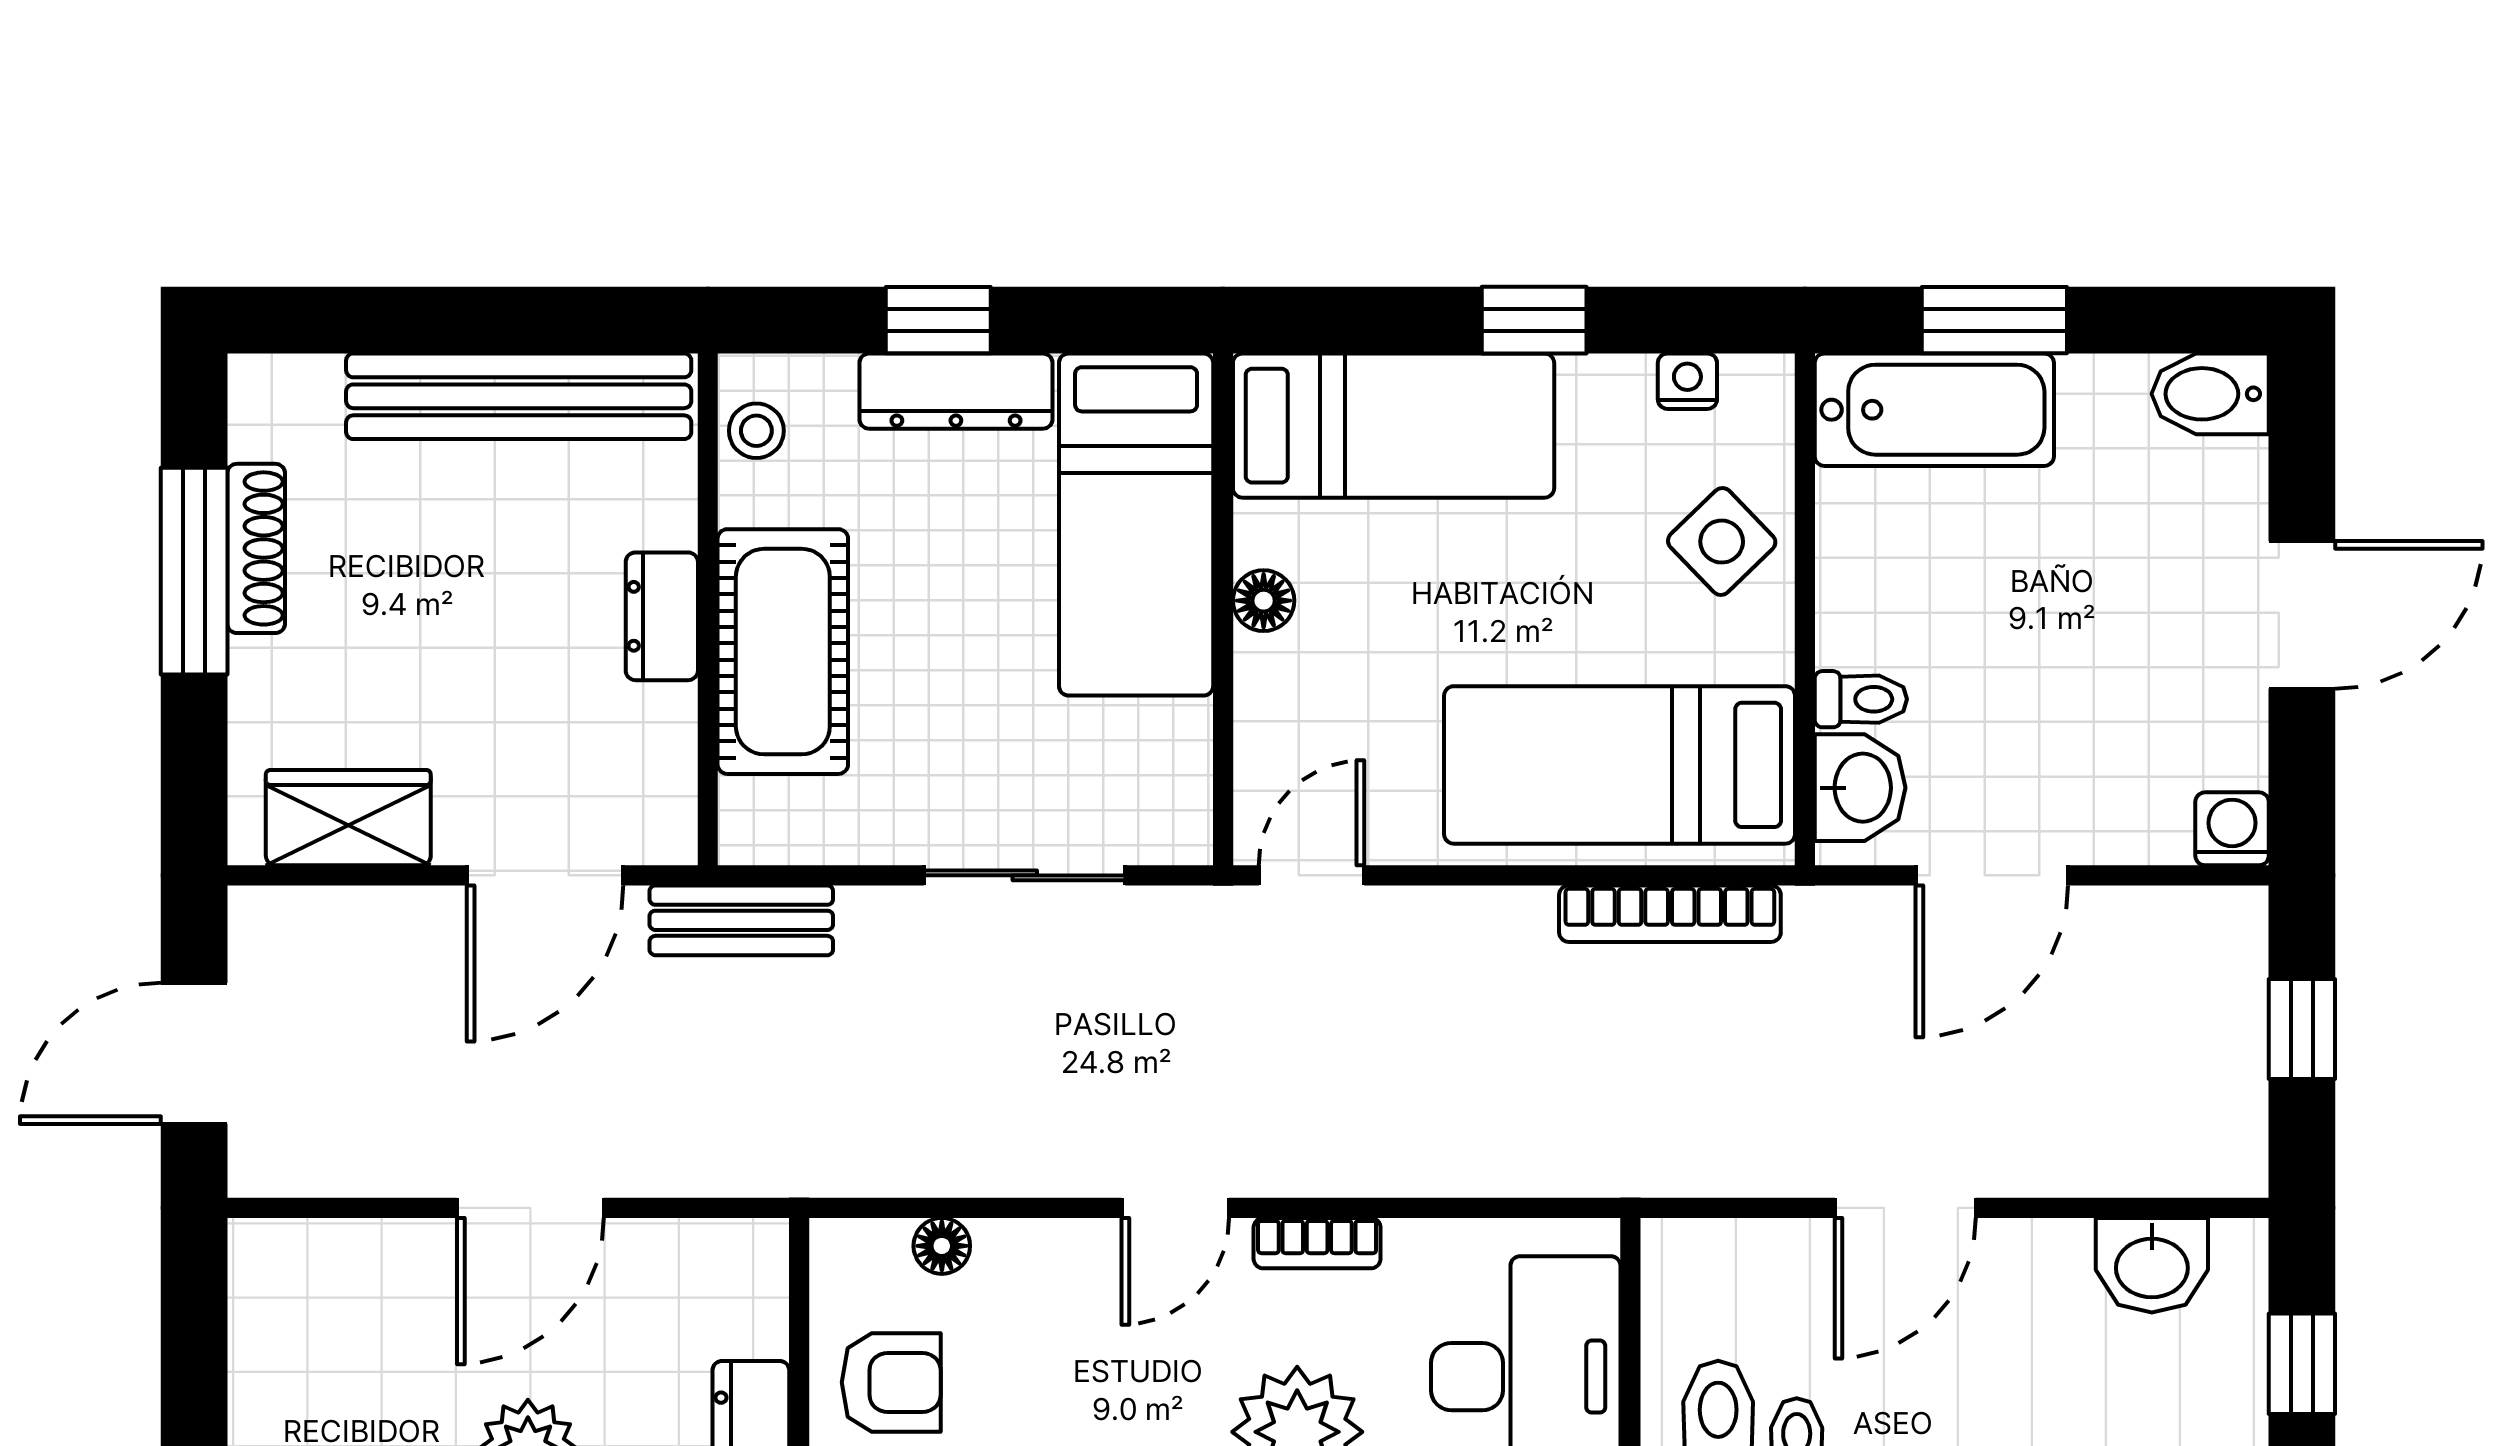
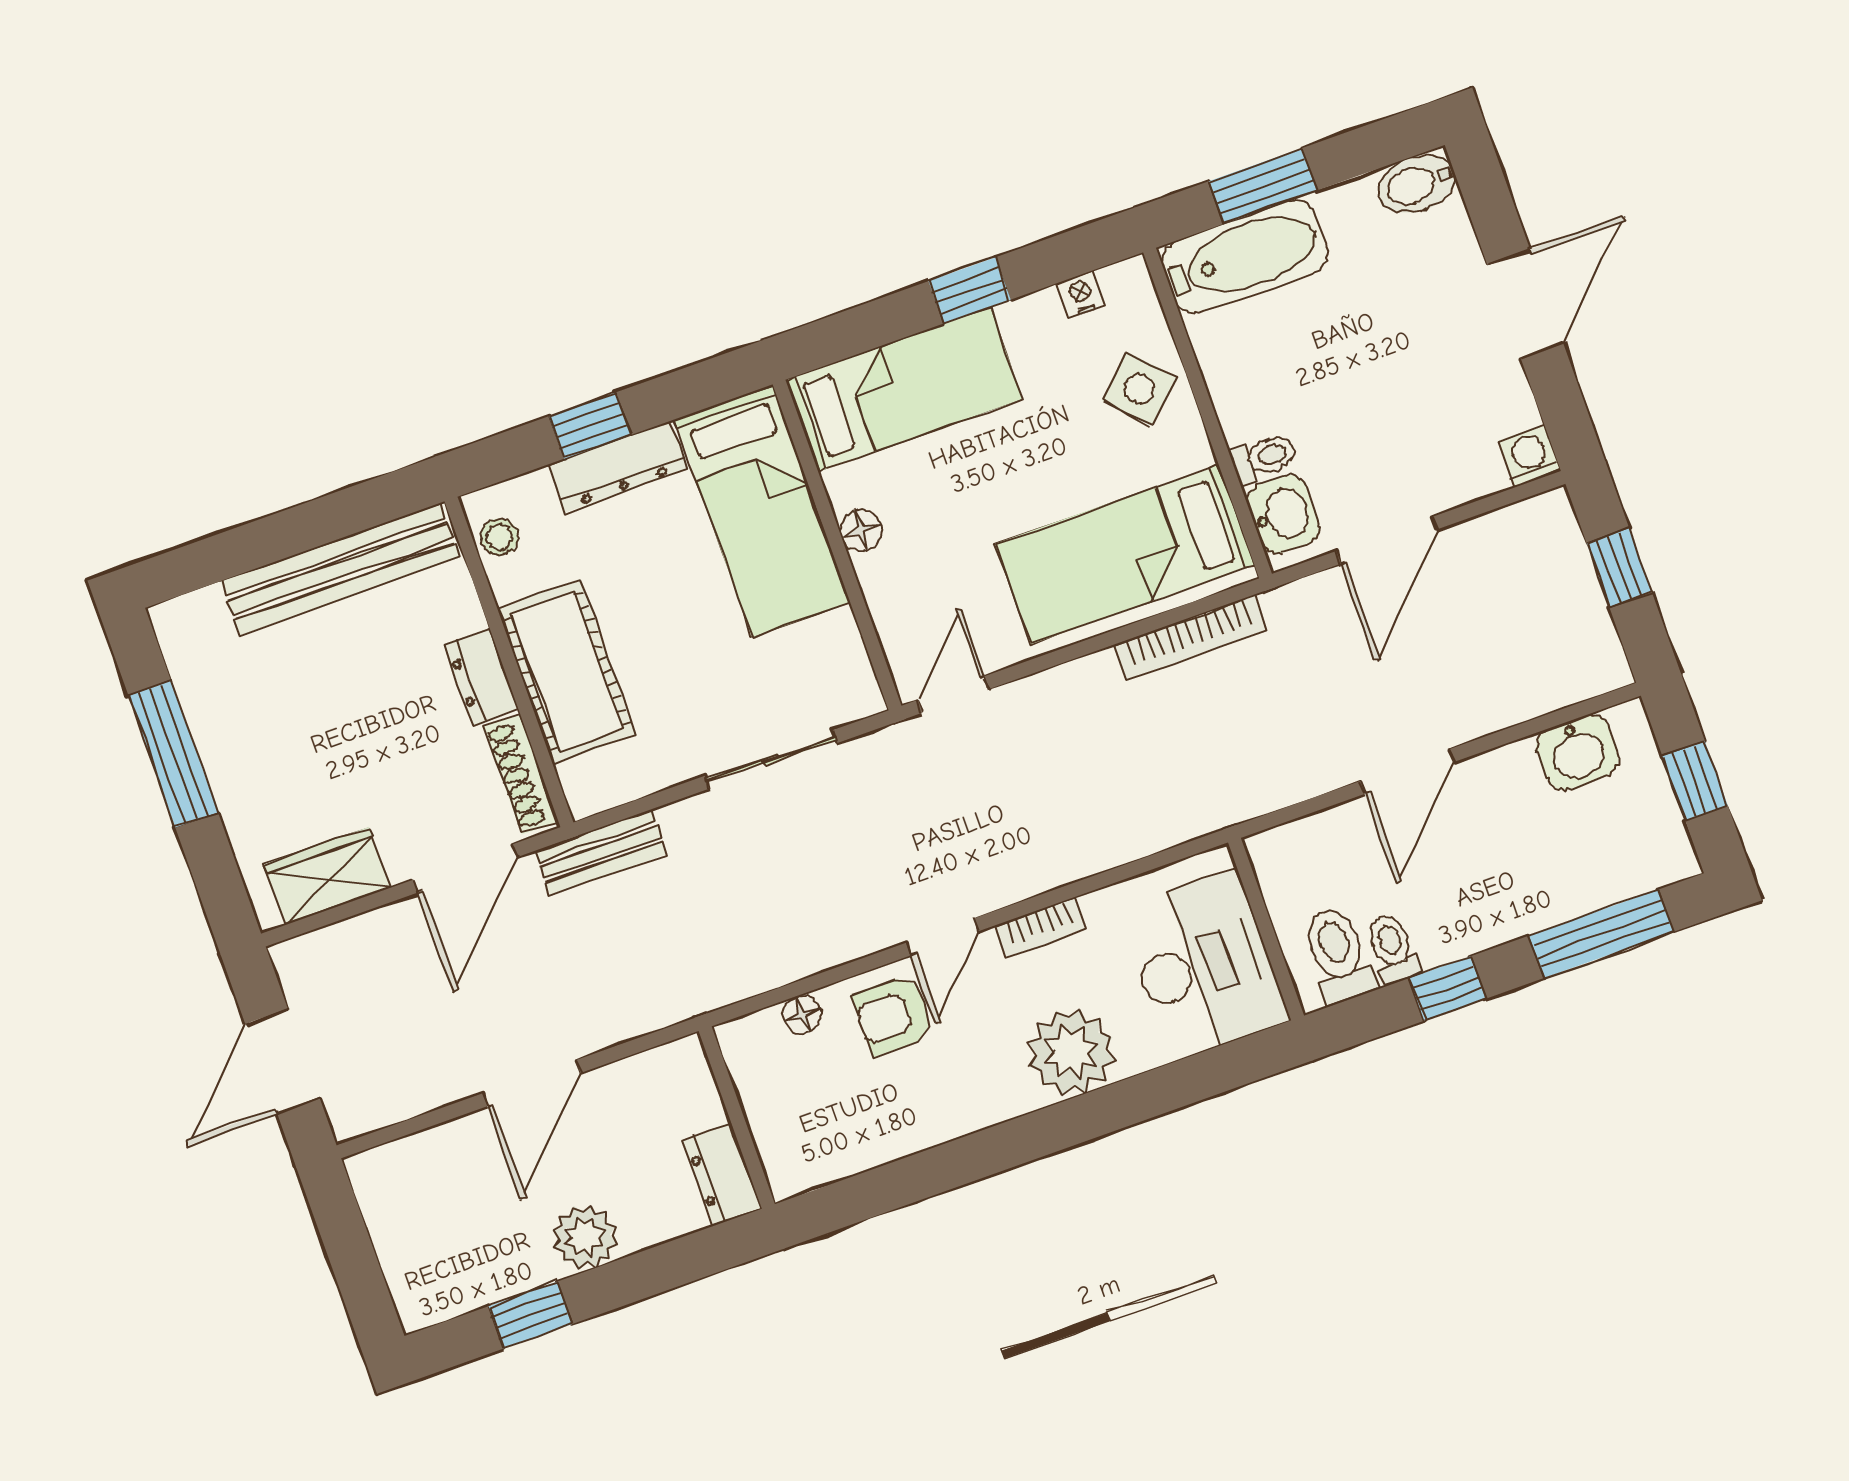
shoe rack: (256, 548) -> (521, 774), moved, turned 180
armchair: (891, 1382) -> (893, 1015), moved, turned 180

